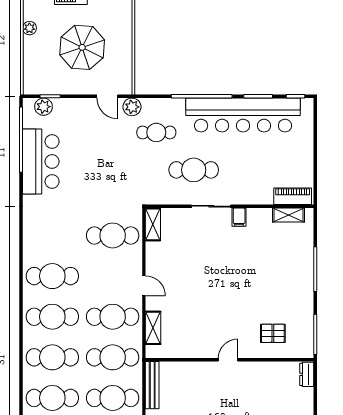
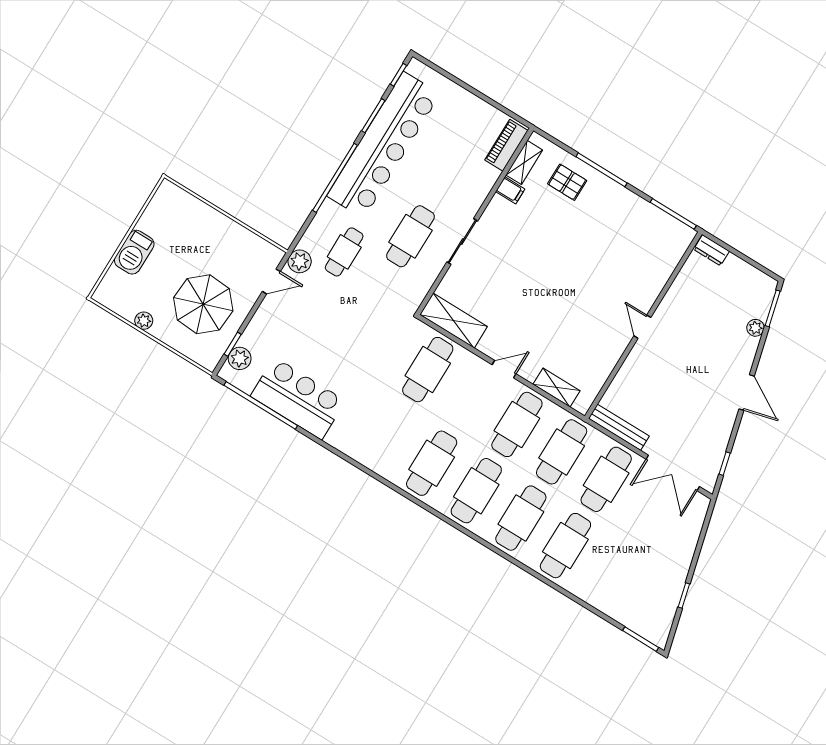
parasol: (82, 47) -> (203, 304), moved
filing cabinet: (239, 217) -> (510, 190), moved
shelving: (153, 224) -> (454, 321), width x1.50, depth x1.33
pallet: (273, 333) -> (567, 182), moved, turned 90

